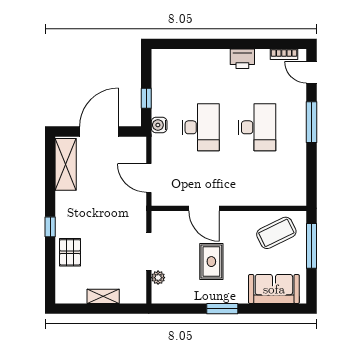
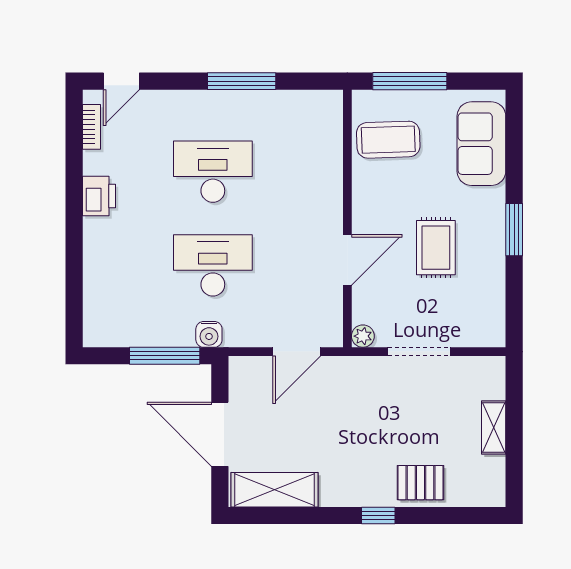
window: (146, 98) -> (165, 356), width x2.17
window: (312, 122) -> (242, 81), moved
coffee table: (276, 233) -> (388, 140), turned -66
rug: (211, 262) -> (436, 248), turned 90
plant: (158, 278) -> (363, 336), moved

